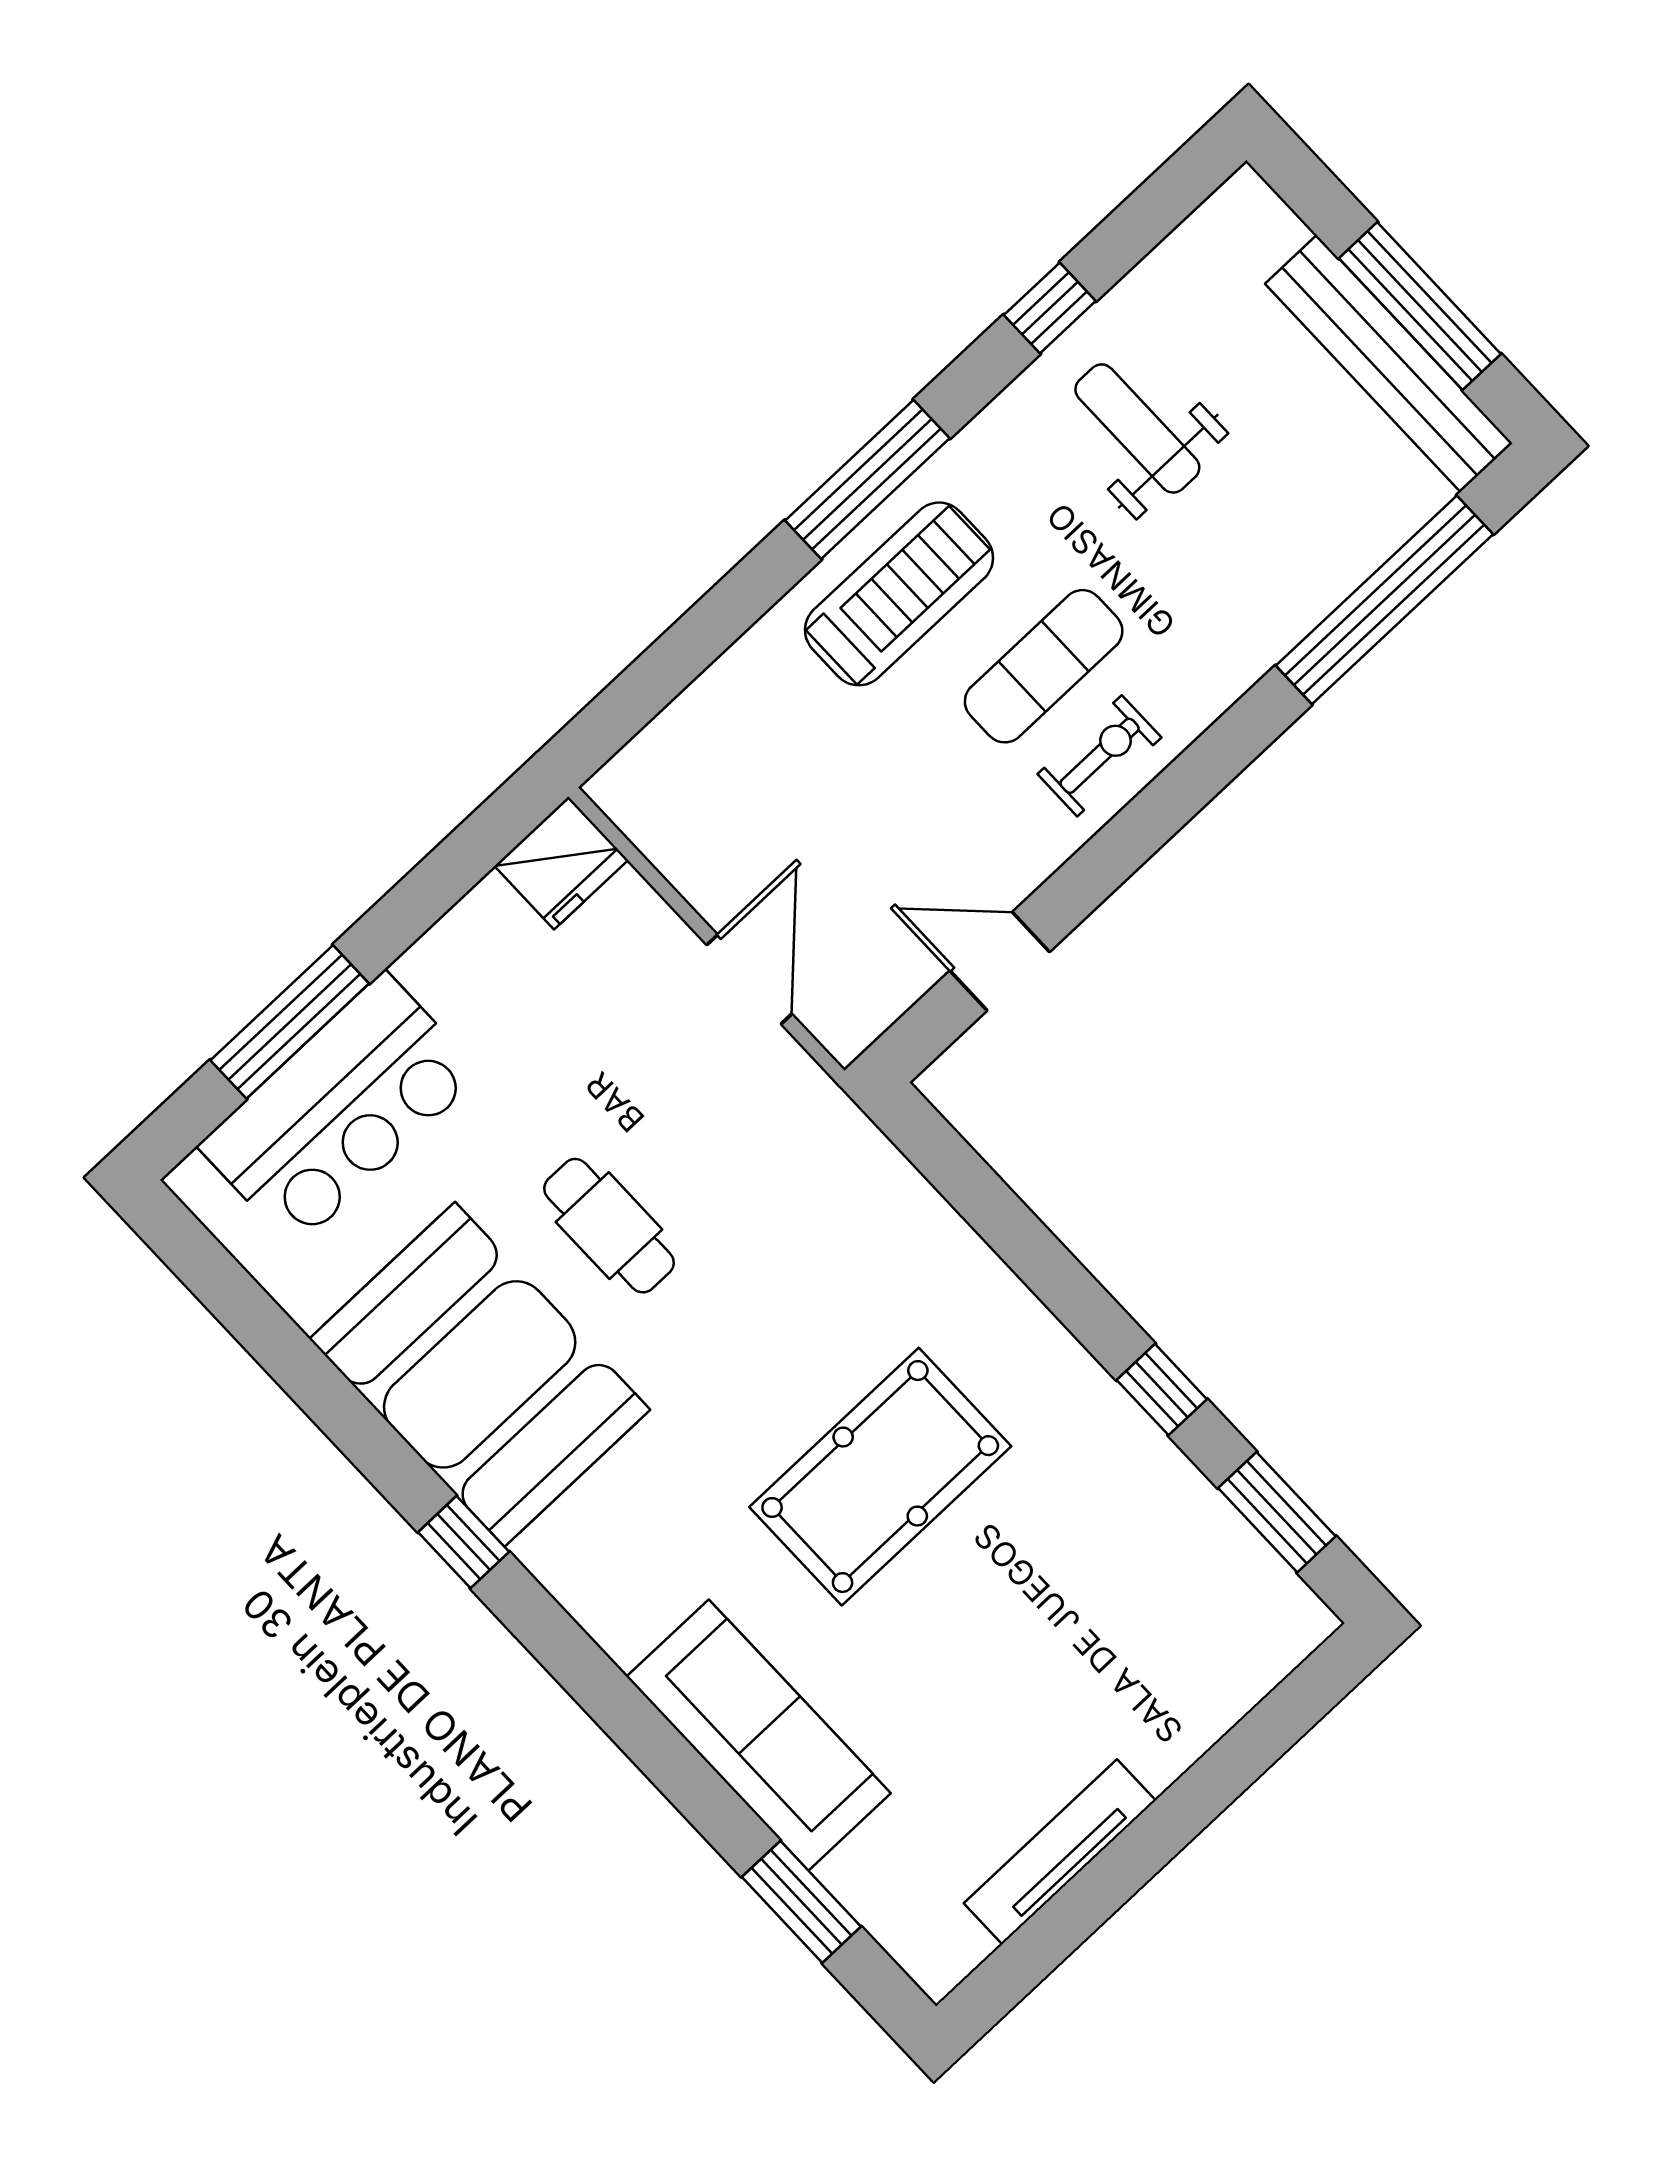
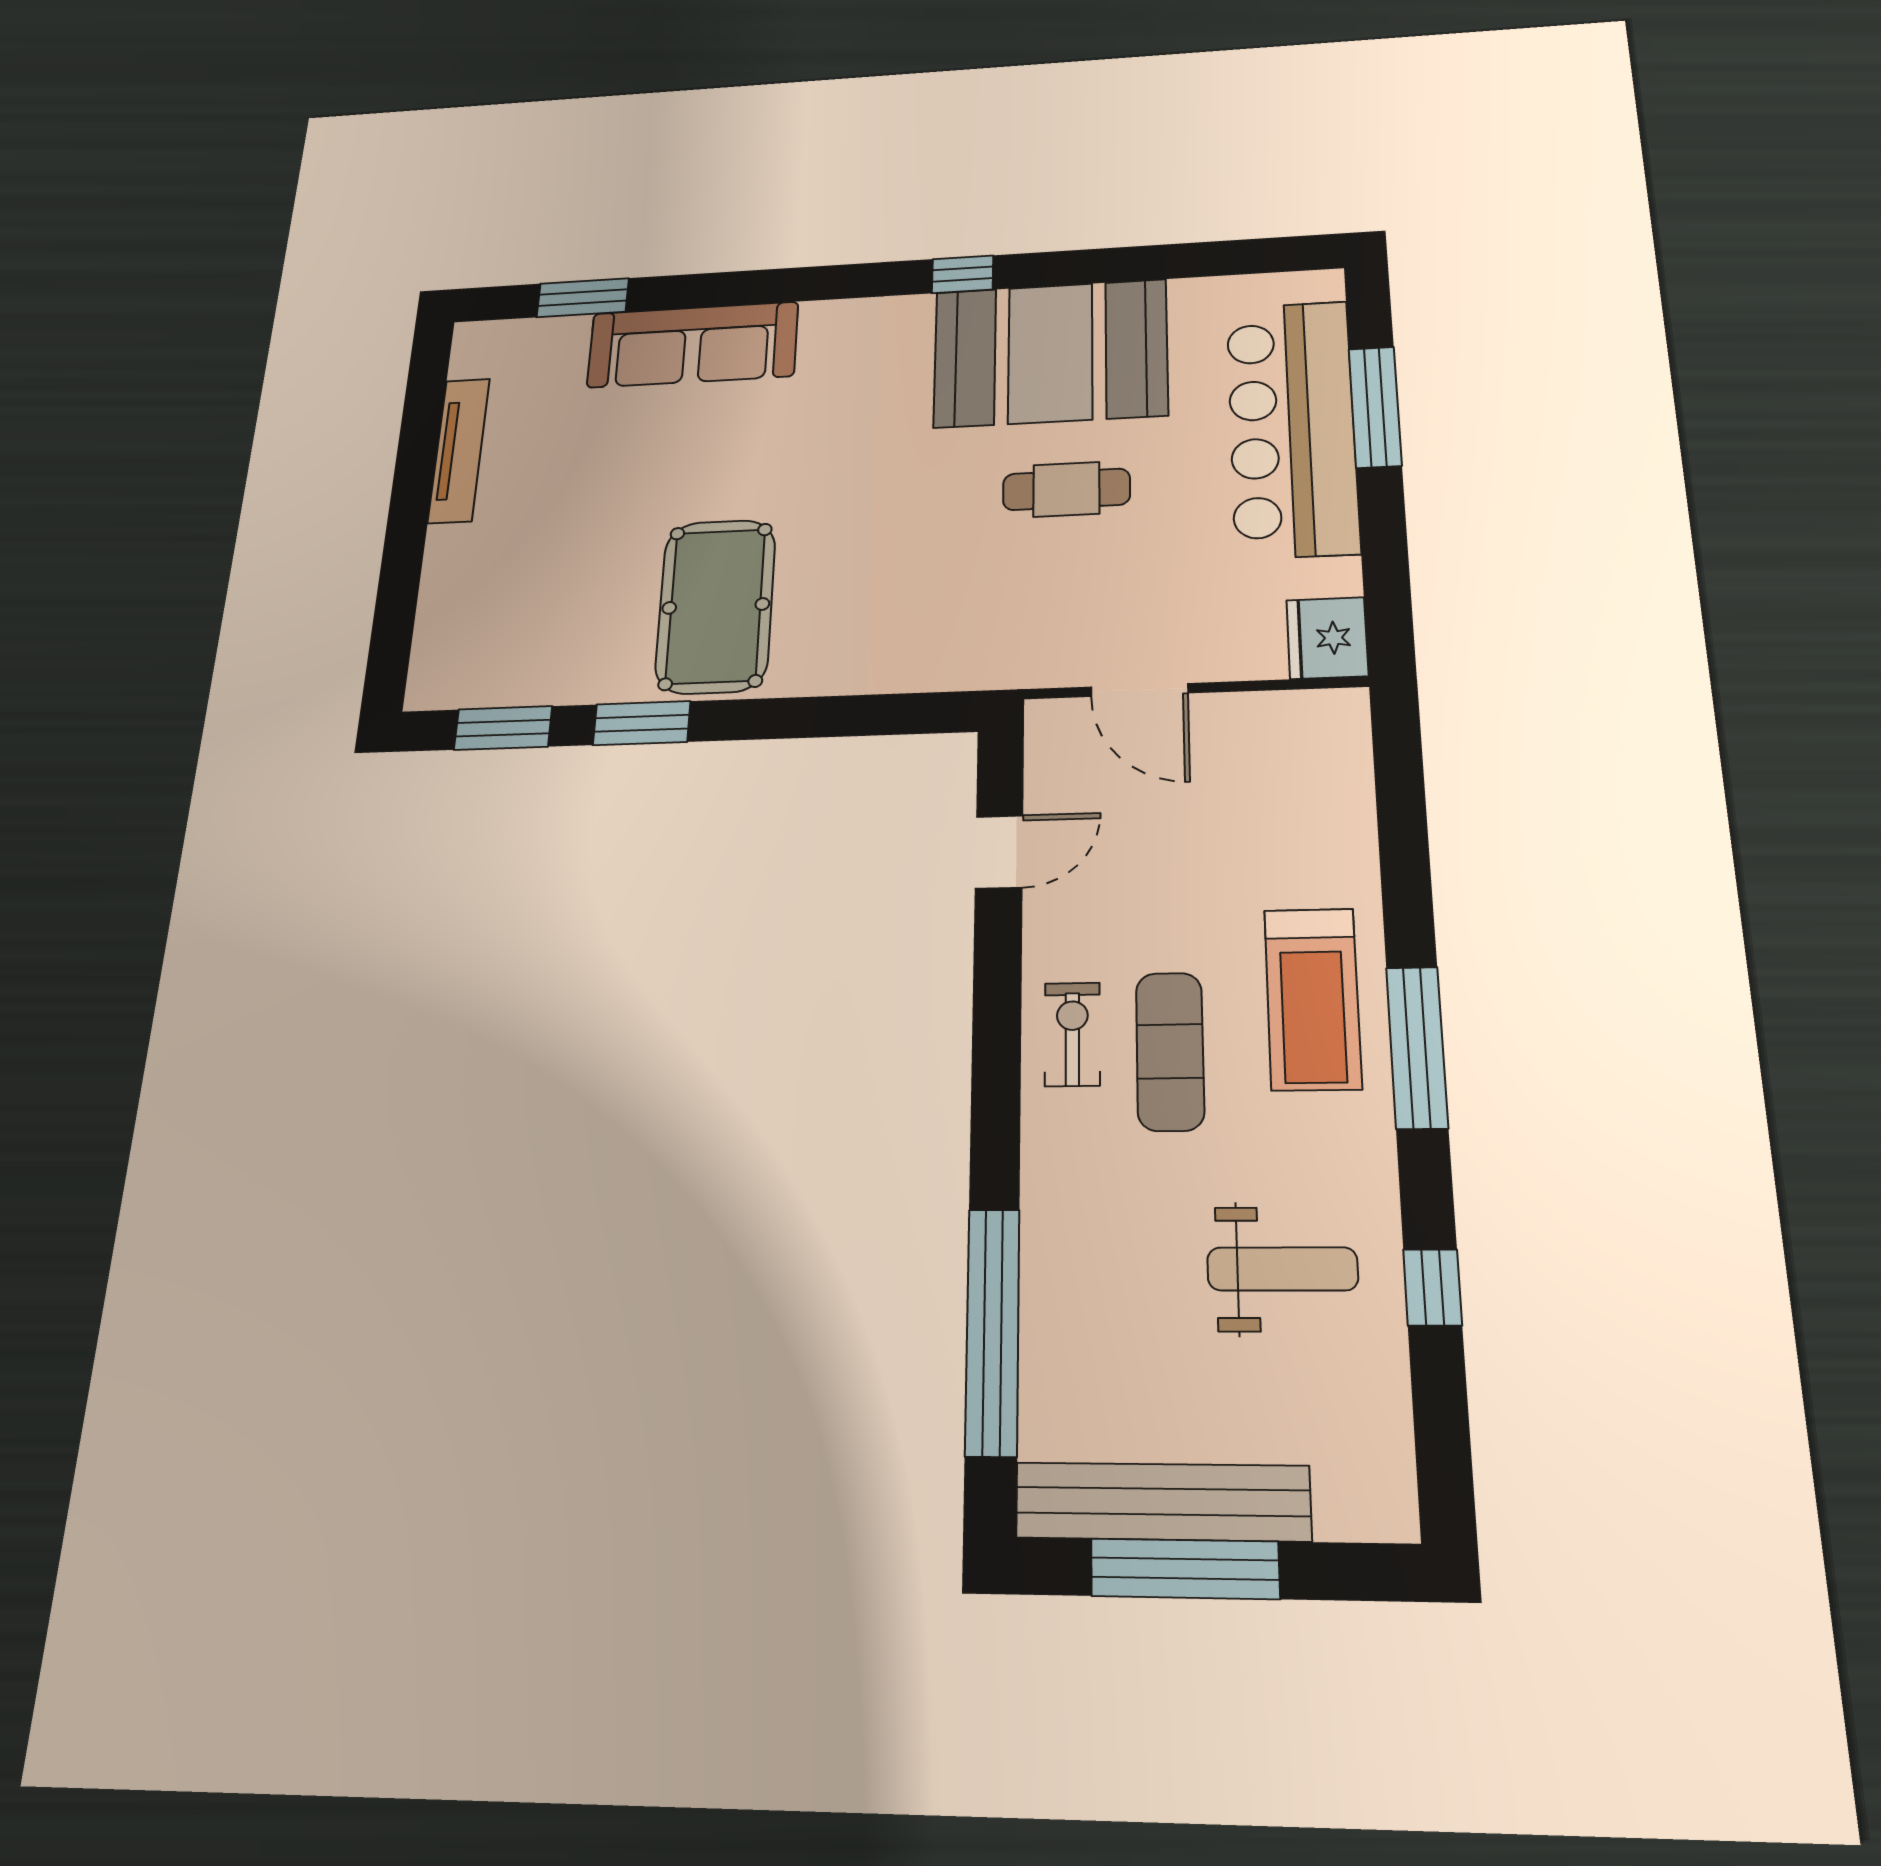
exercise bike: (1100, 756) -> (1072, 1034), turned 180
bar counter: (340, 1110) -> (1292, 428), width x1.36
window: (1162, 1390) -> (642, 723), width x1.50
pool table: (880, 1477) -> (716, 606), moved

